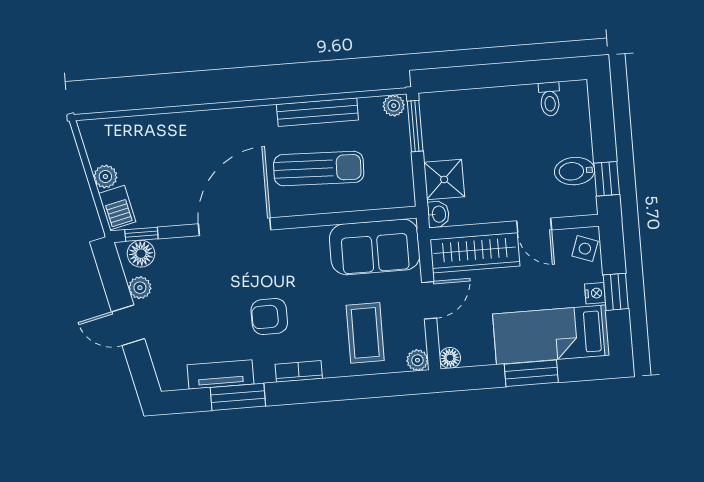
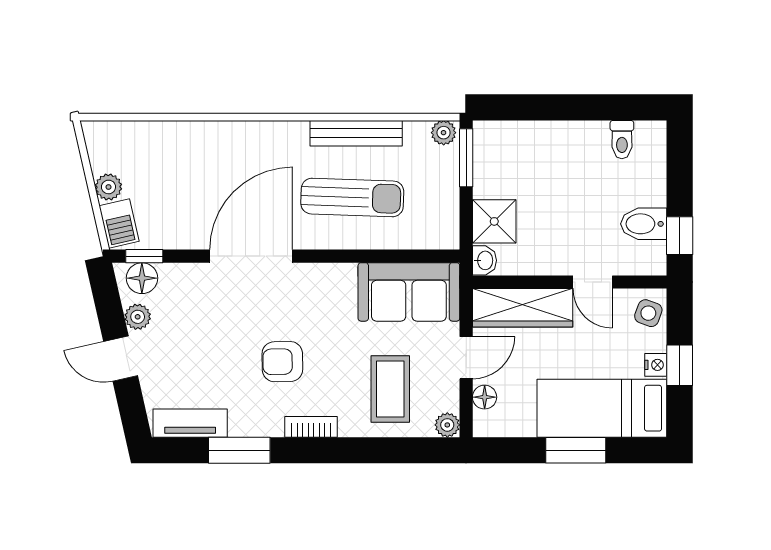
floor lamp: (450, 358) -> (485, 397), moved
tv unit: (220, 374) -> (190, 423), moved

